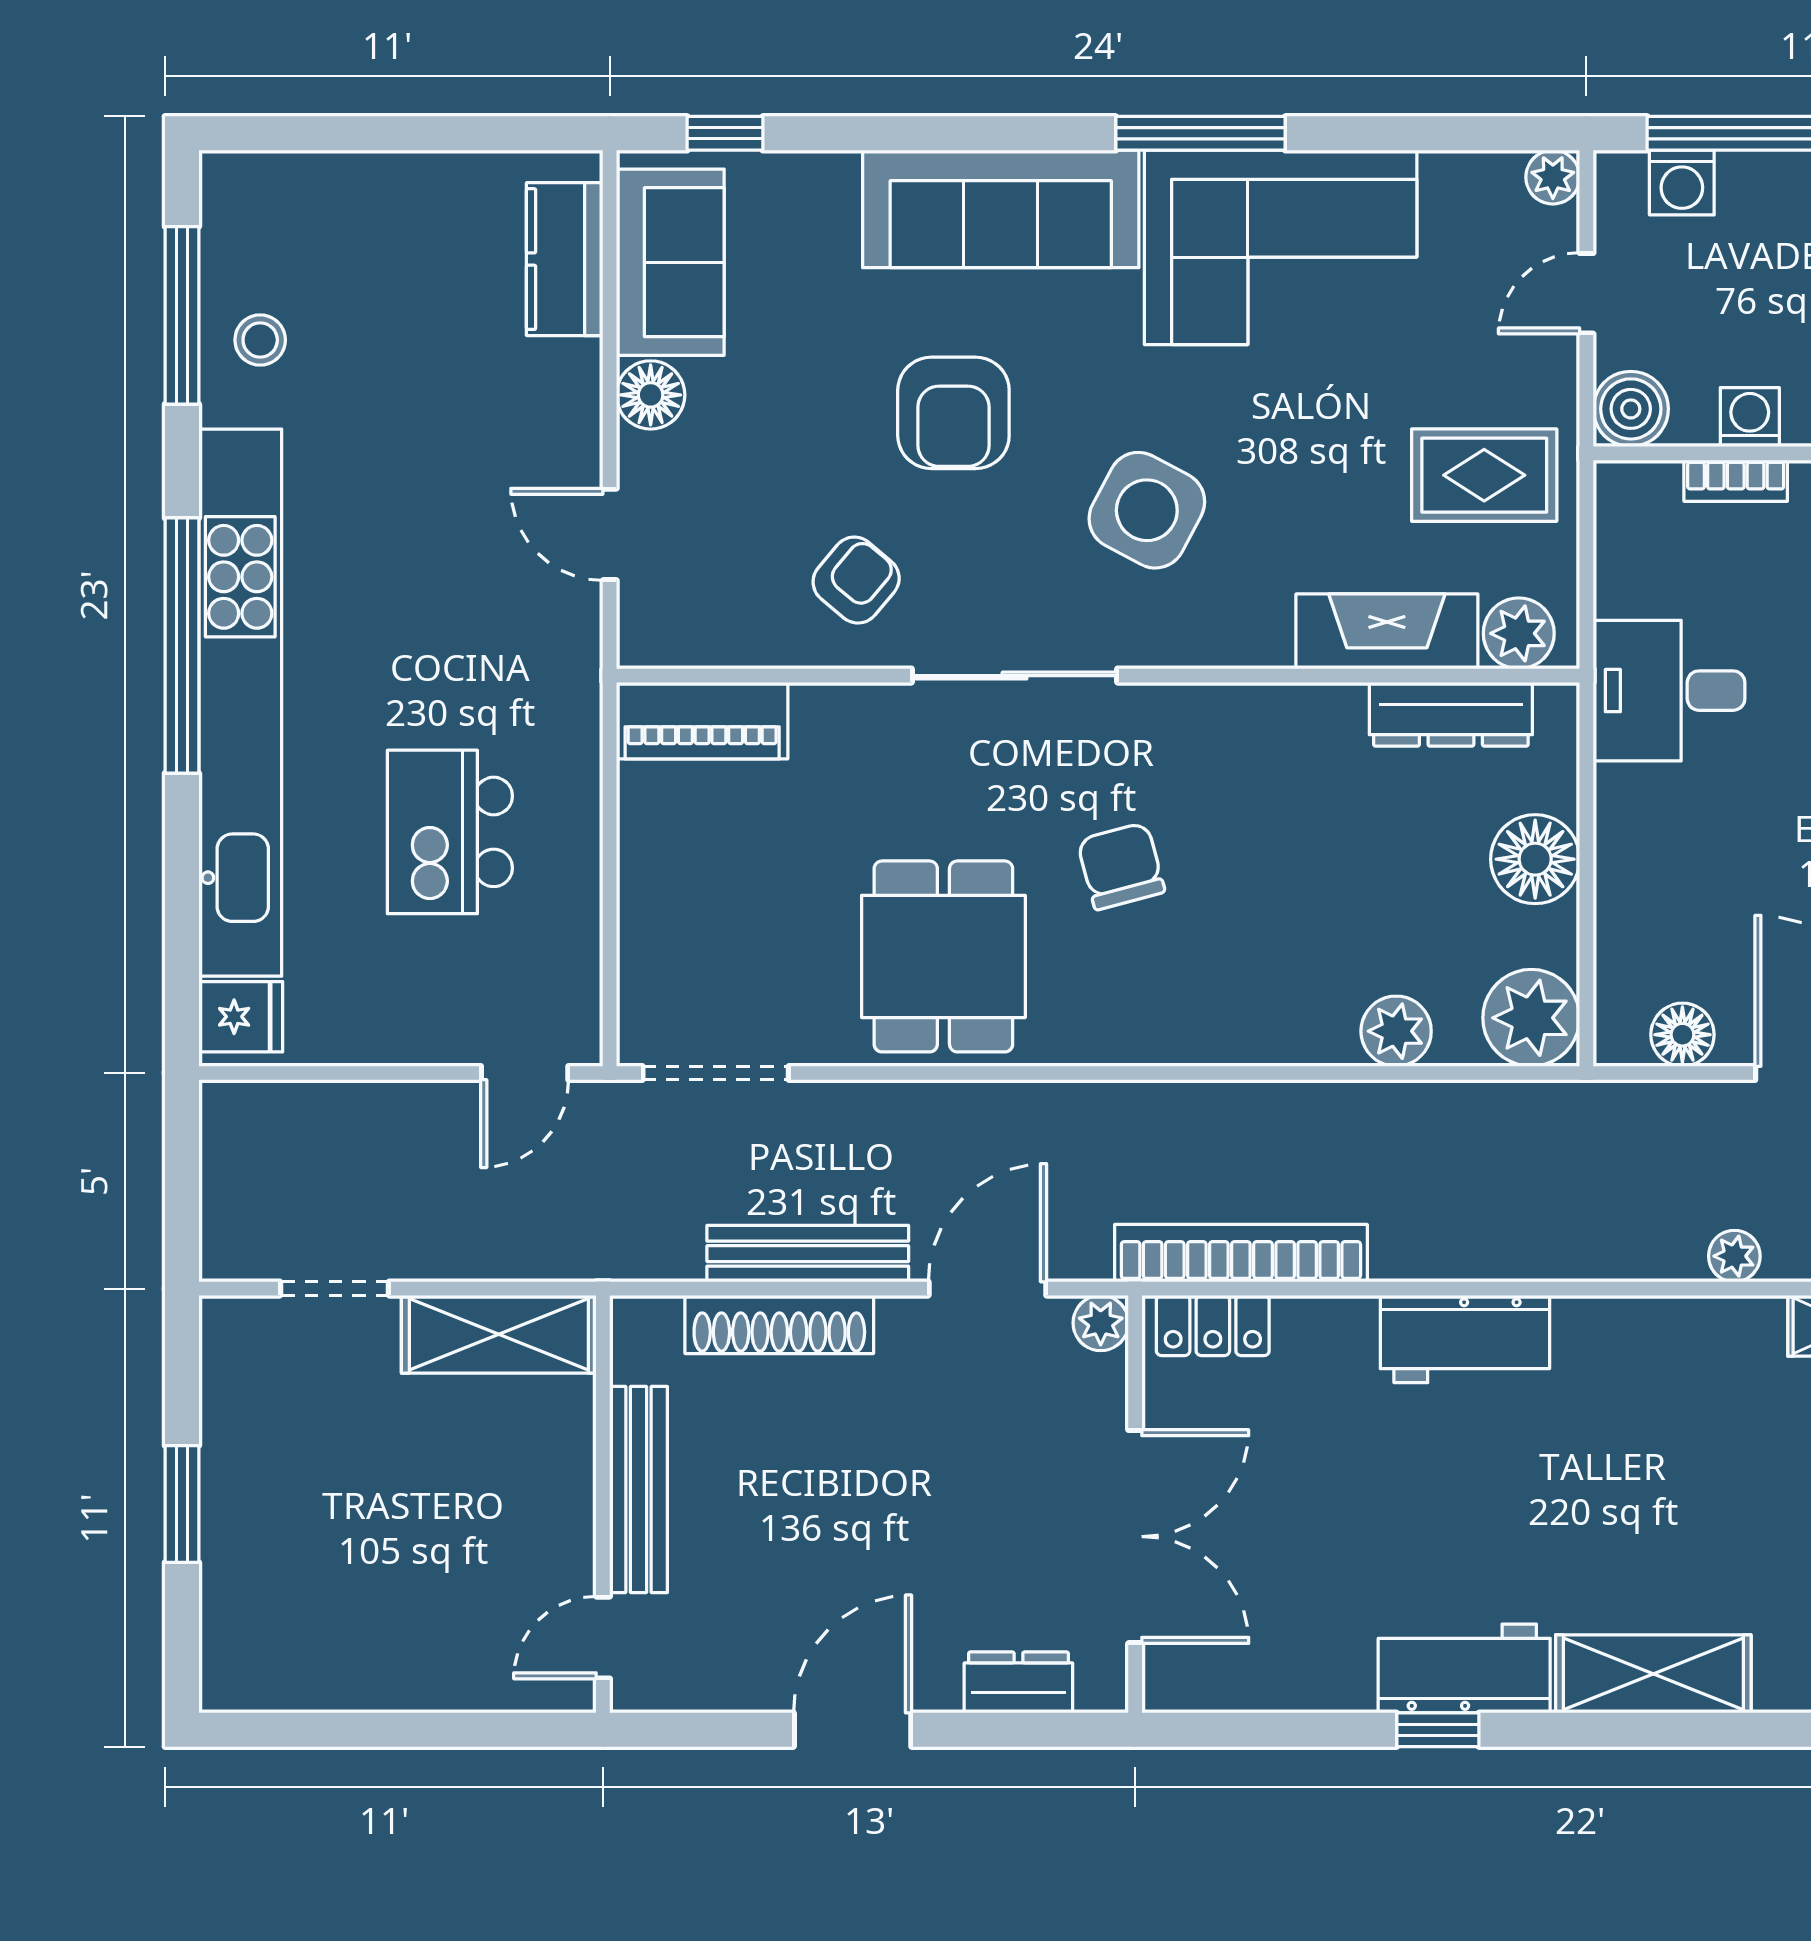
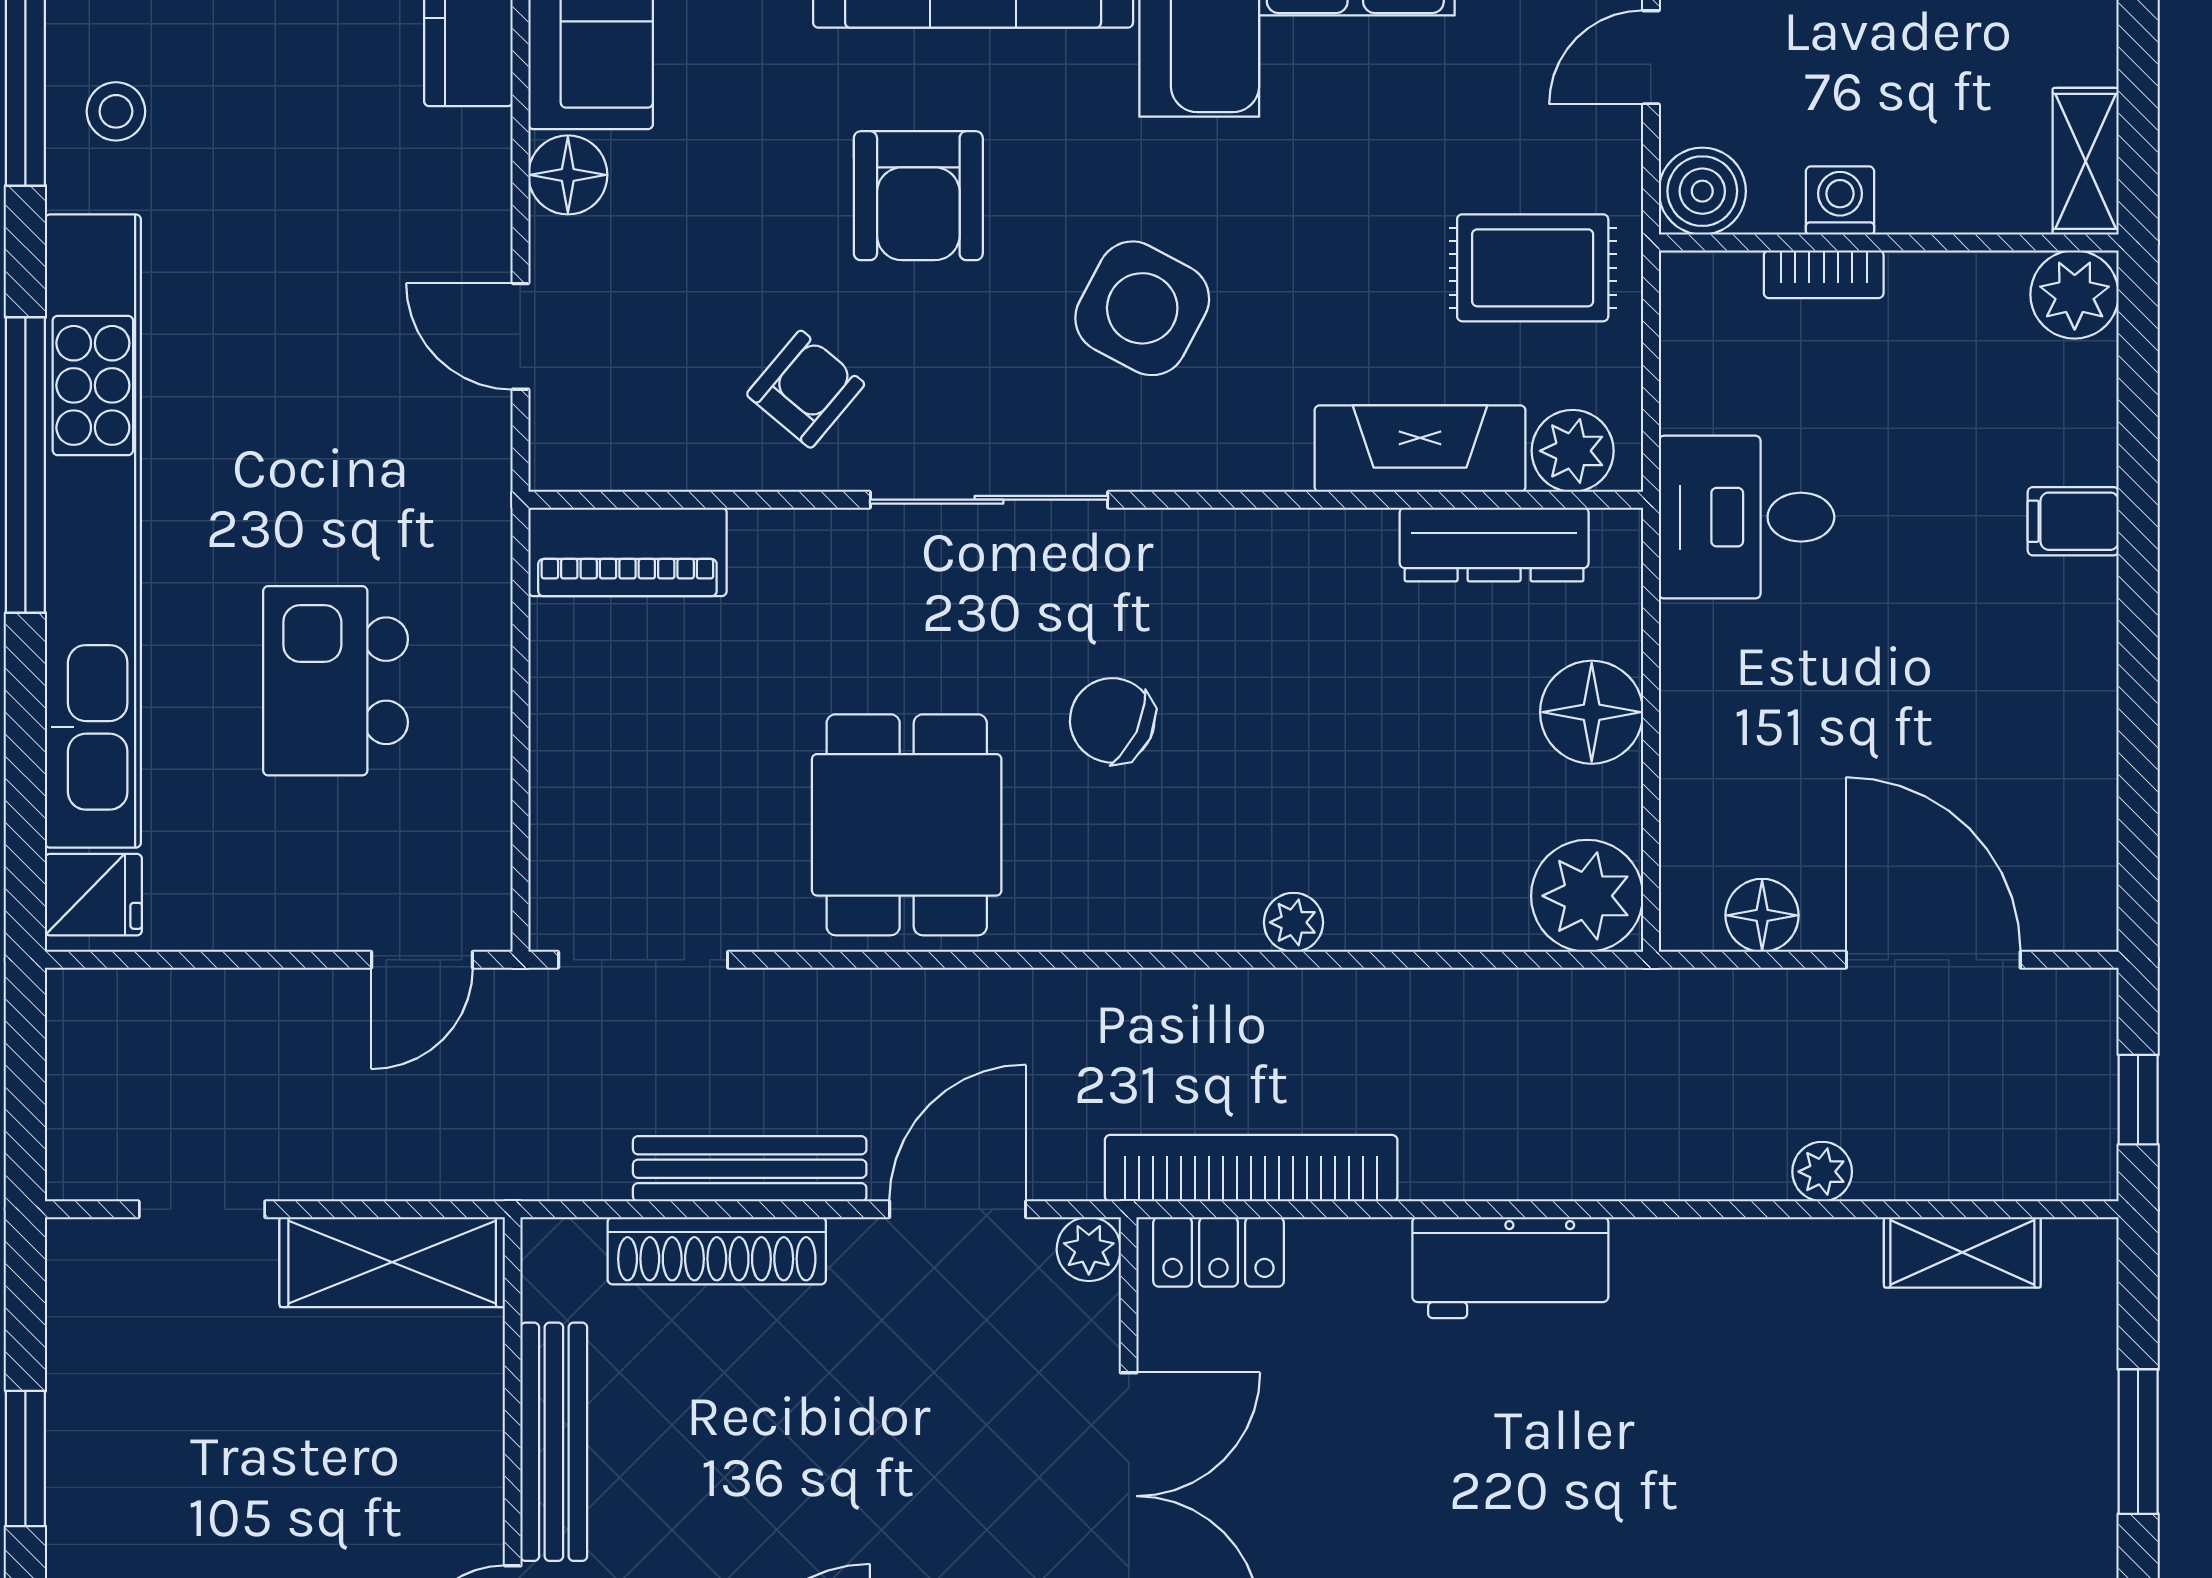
chair: (1121, 866) -> (1112, 720), turned -50
plant: (1396, 1031) -> (1293, 922), moved, width x0.73, depth x0.73

